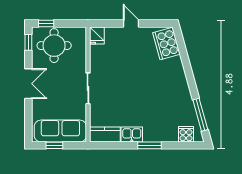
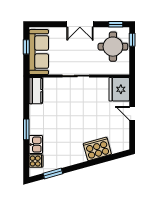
door: (131, 23) -> (132, 113), swing flipped
fridge: (97, 35) -> (119, 89), width x1.88, depth x1.34
cooker: (166, 44) -> (97, 149), moved
window: (200, 115) -> (53, 173), width x0.69
kitchen sink: (132, 134) -> (36, 145), moved

